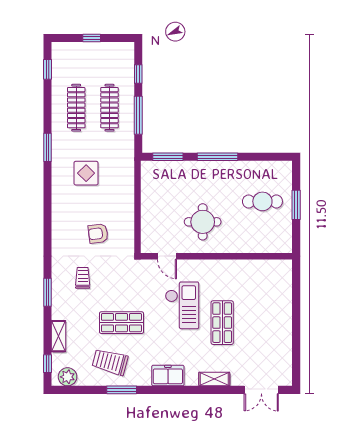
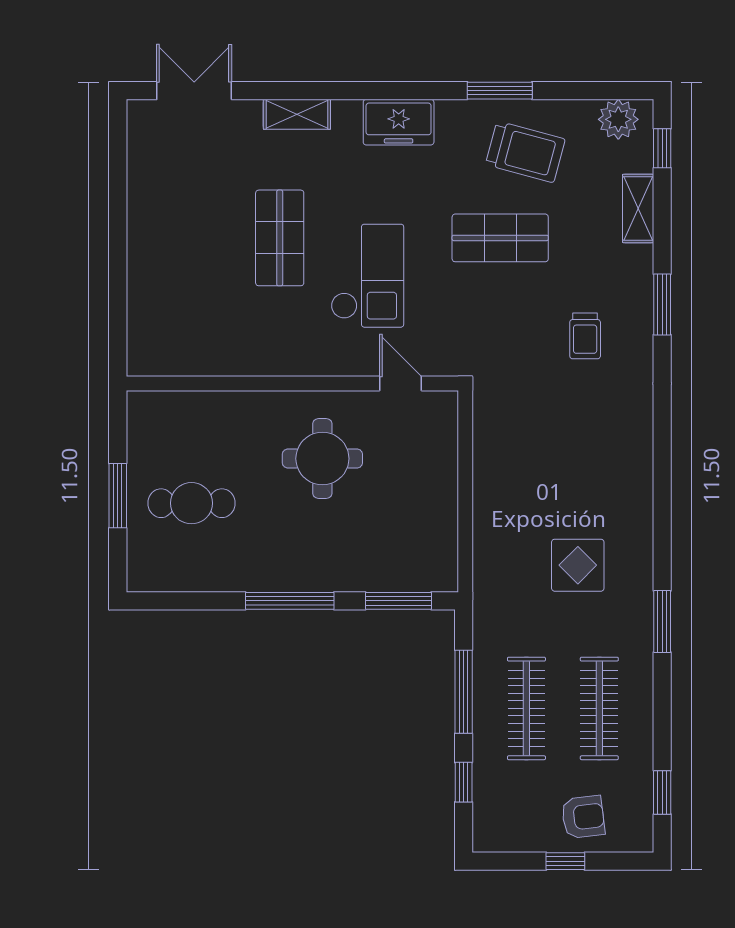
armchair: (98, 233) -> (583, 817), moved
checkout: (182, 305) -> (367, 276), turned 180

